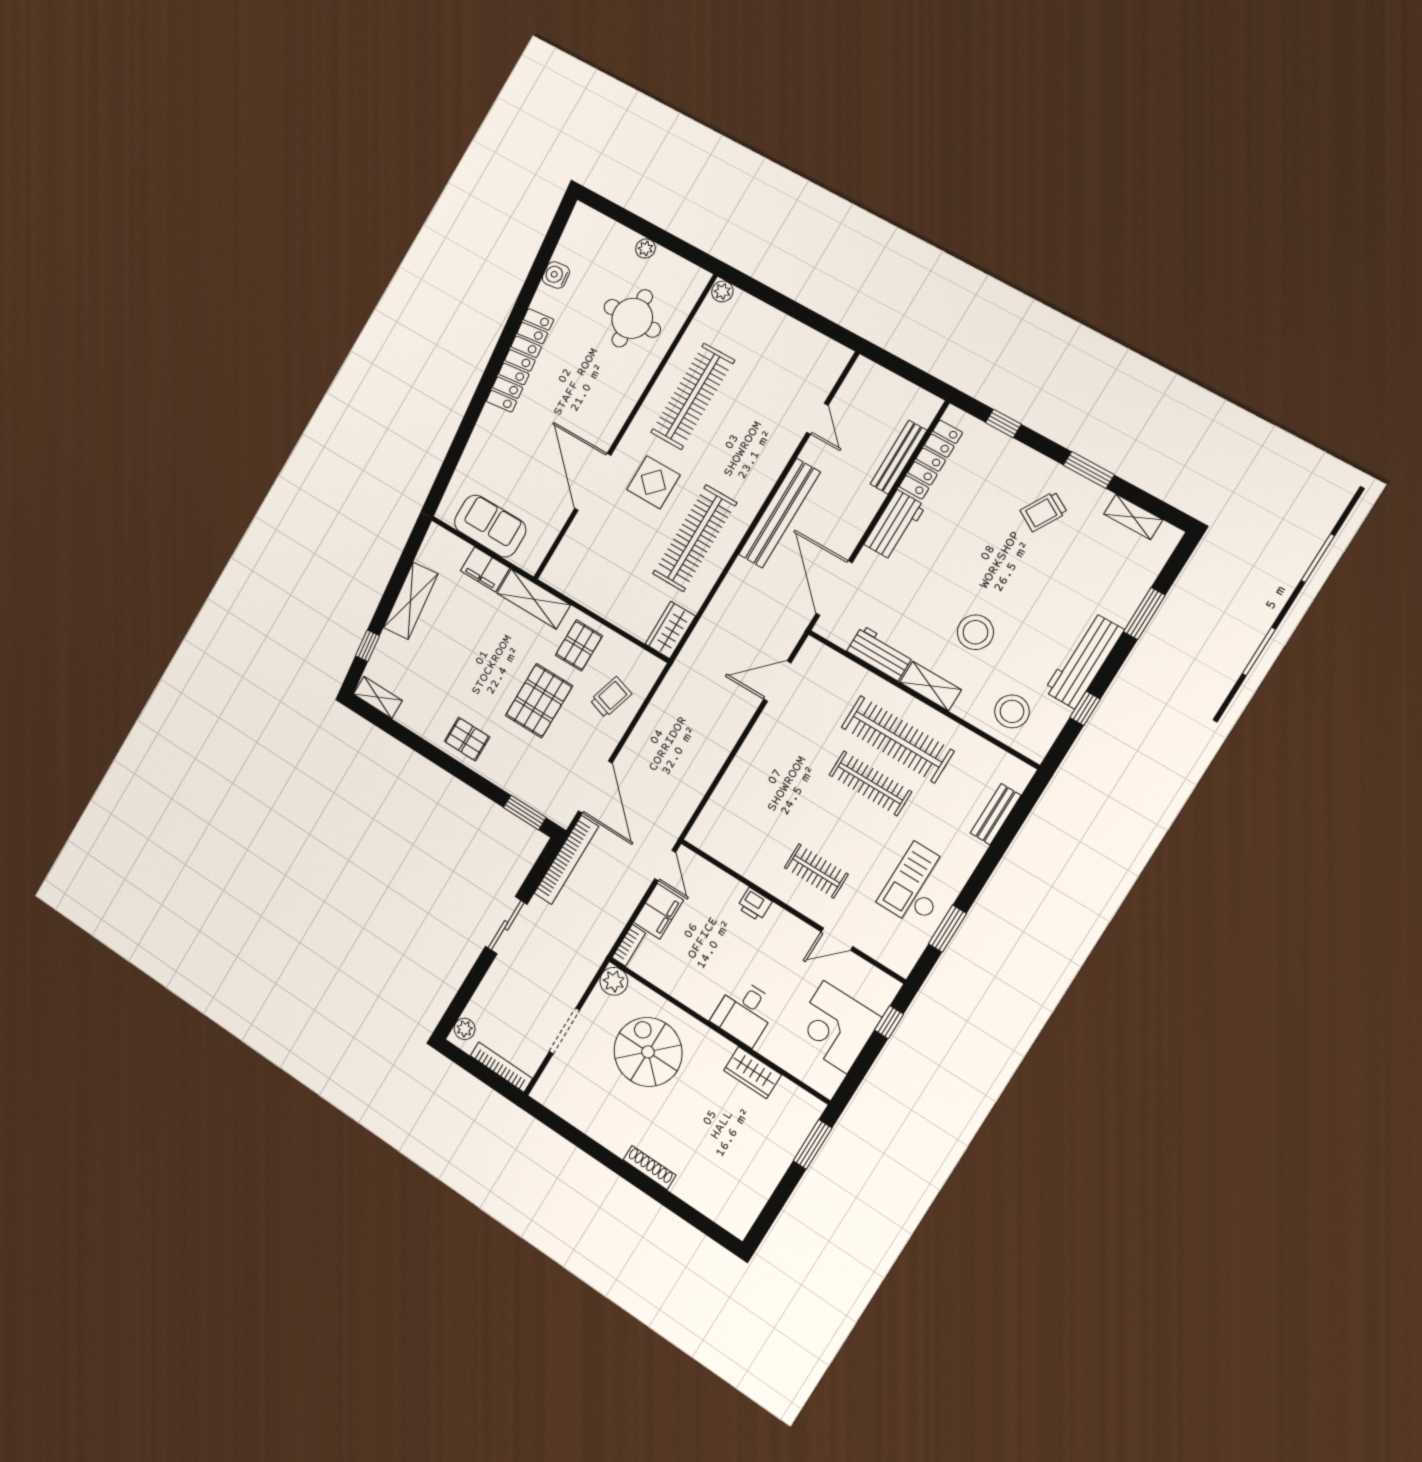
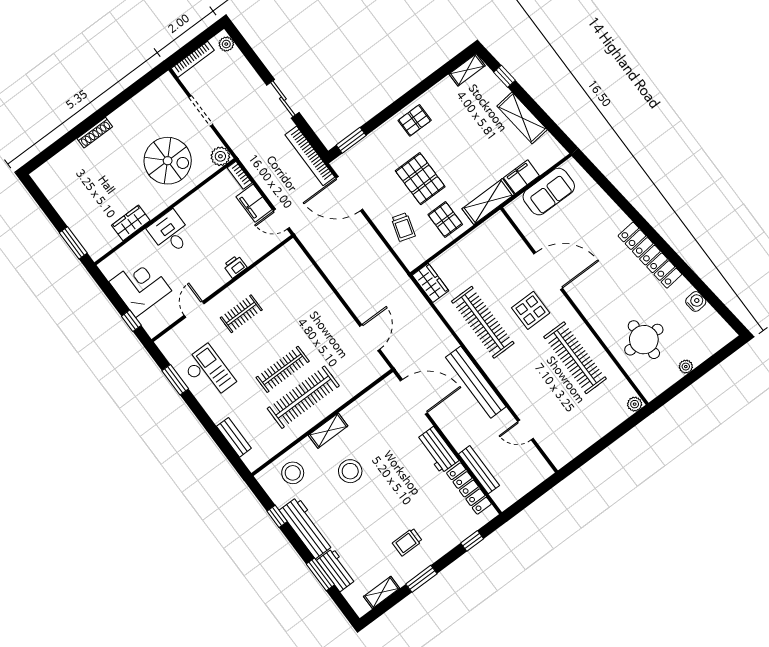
trolley: (1044, 512) -> (407, 542), turned -120
workbench: (880, 653) -> (336, 570), moved, turned -90

